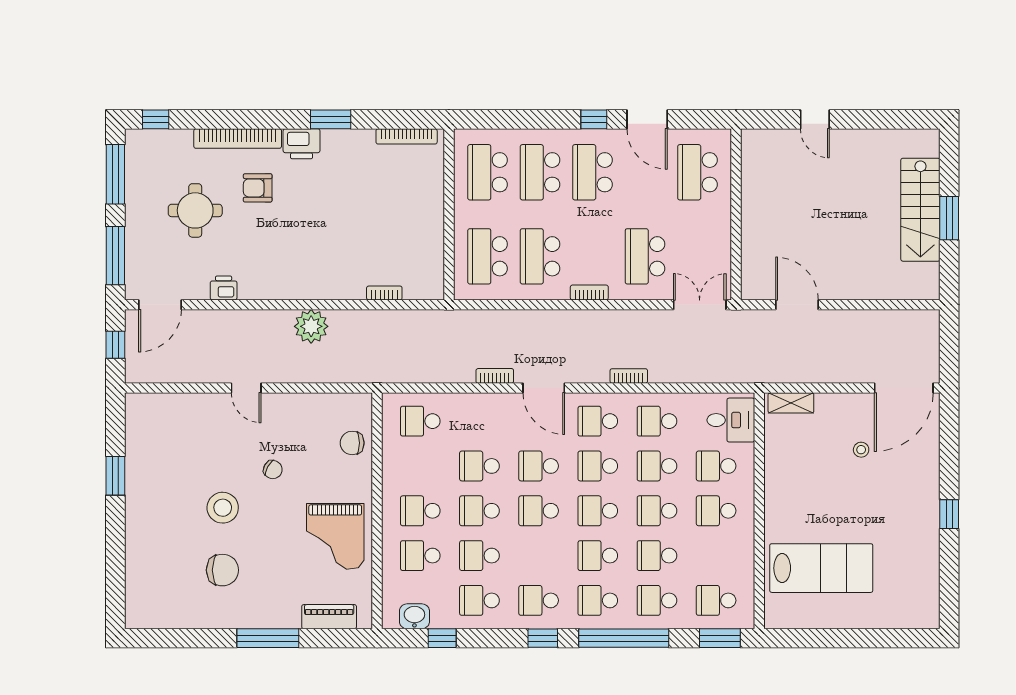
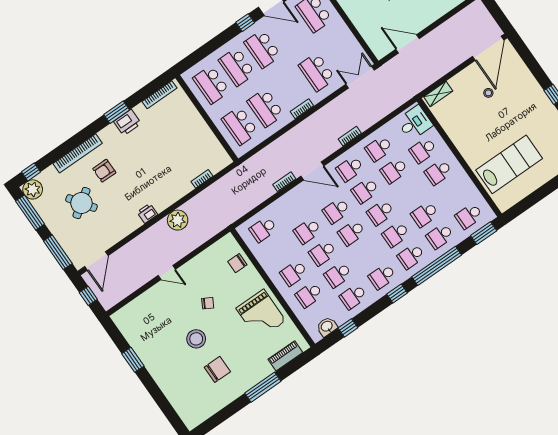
printer: (302, 144) -> (127, 122), moved
plant: (141, 145) -> (33, 189), added
round table: (195, 210) -> (81, 203), turned -35
printer: (224, 288) -> (147, 213), moved
school desk: (657, 511) -> (409, 192), removed

